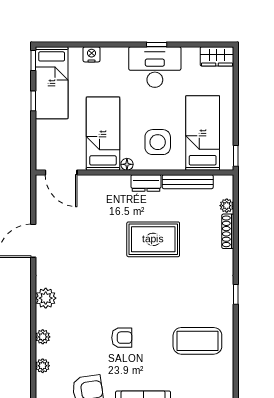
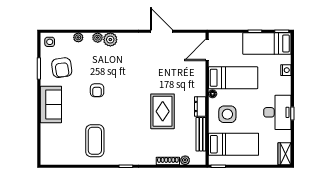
plant: (46, 298) -> (110, 40), moved

